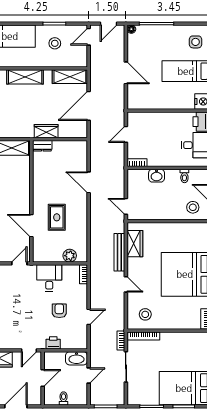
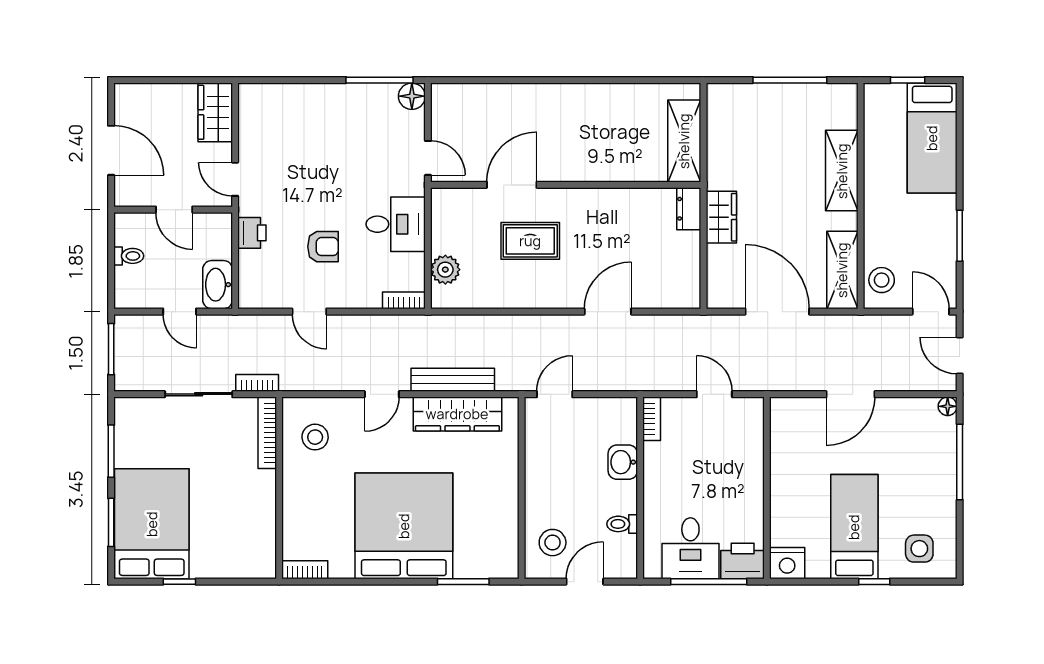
stool: (55, 43) -> (882, 280), moved
wardrobe: (135, 244) -> (457, 414), width x1.50

